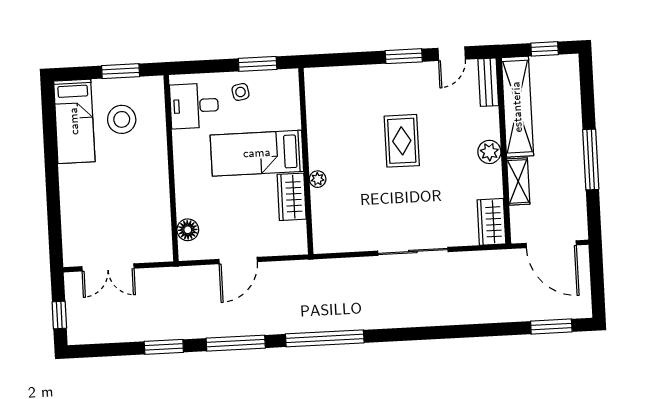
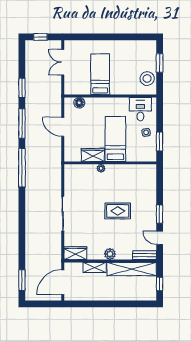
window: (121, 71) -> (160, 63), moved
stool: (122, 119) -> (147, 79), moved
bed: (74, 121) -> (100, 74), moved, turned 90
window: (591, 160) -> (104, 304), removed

